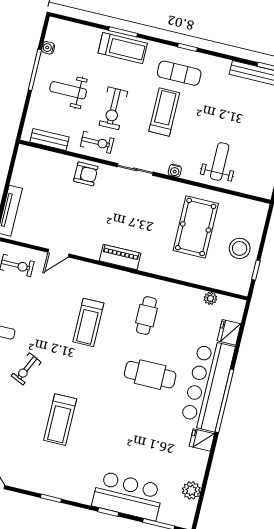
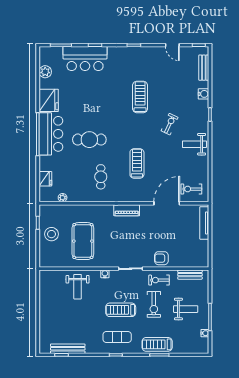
exercise bike: (113, 108) -> (154, 304), turned 180
treadmill: (164, 112) -> (121, 310), turned 90
door: (58, 253) -> (167, 203), width x1.87
bar counter: (208, 385) -> (51, 134), width x0.73
fridge: (202, 440) -> (49, 100), width x1.88, depth x1.34

